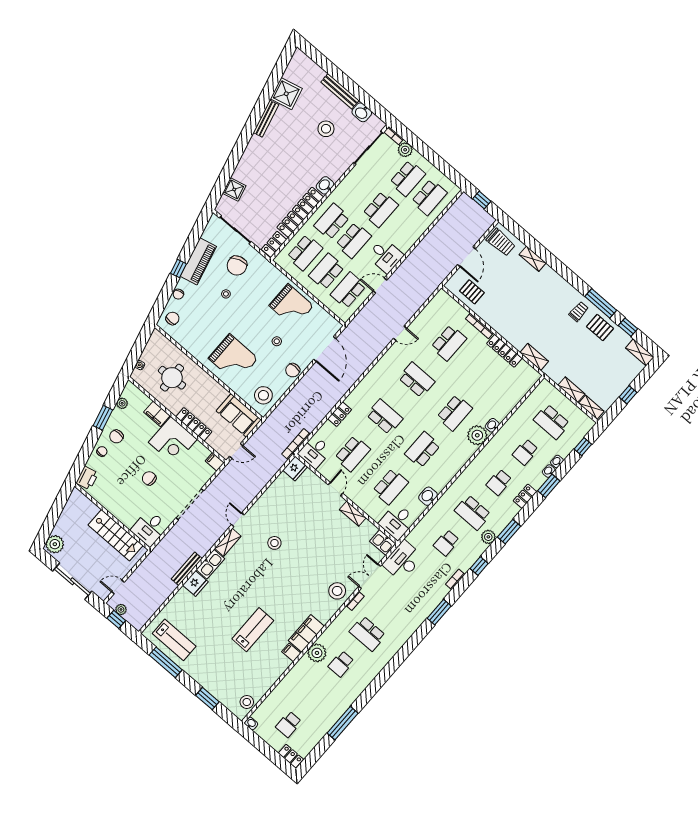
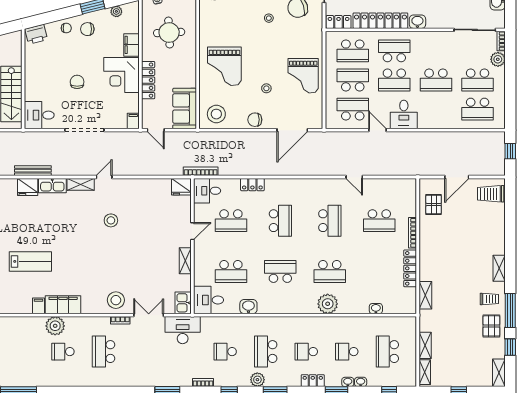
trolley: (501, 242) -> (491, 194), turned 90
shelving: (533, 259) -> (499, 268), moved
washbasin: (492, 425) -> (376, 309), moved

